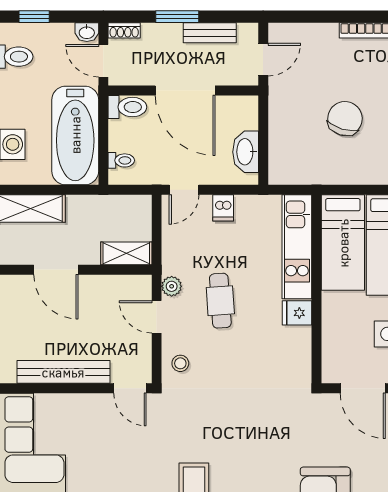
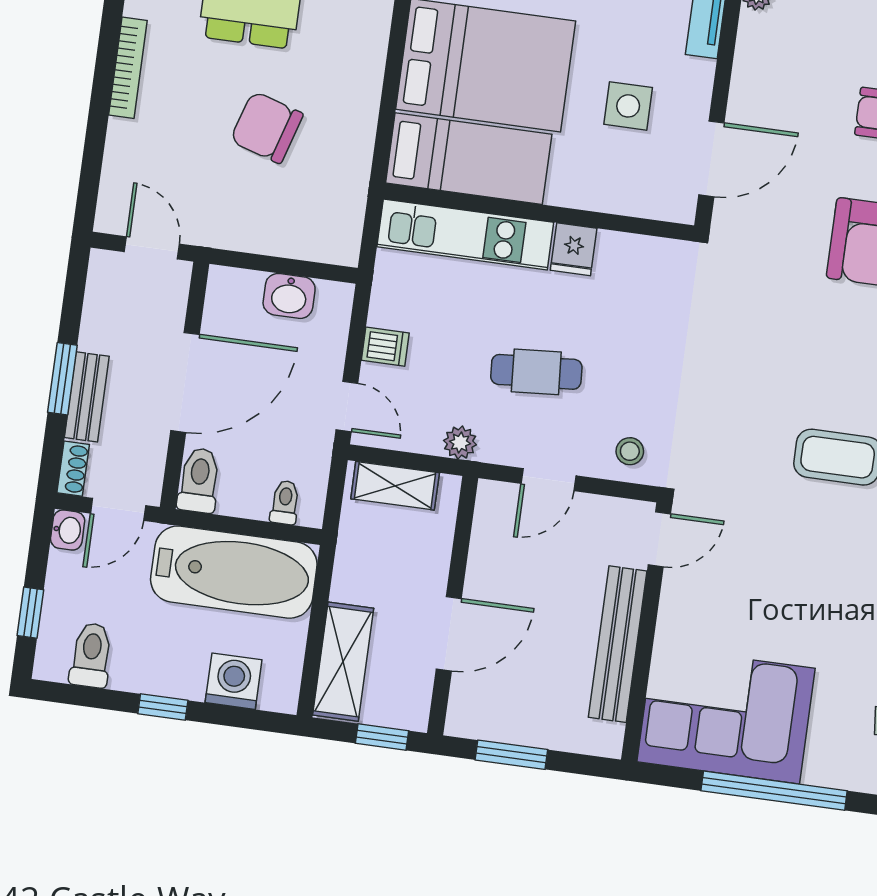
bench: (210, 33) -> (87, 397), moved
washbasin: (246, 152) -> (289, 296), width x0.72
shelving: (126, 253) -> (395, 486), moved, turned 90
plant: (172, 286) -> (460, 443), moved

